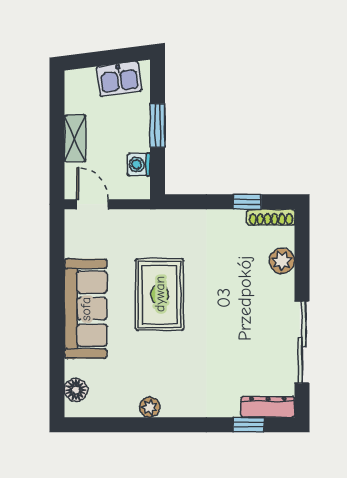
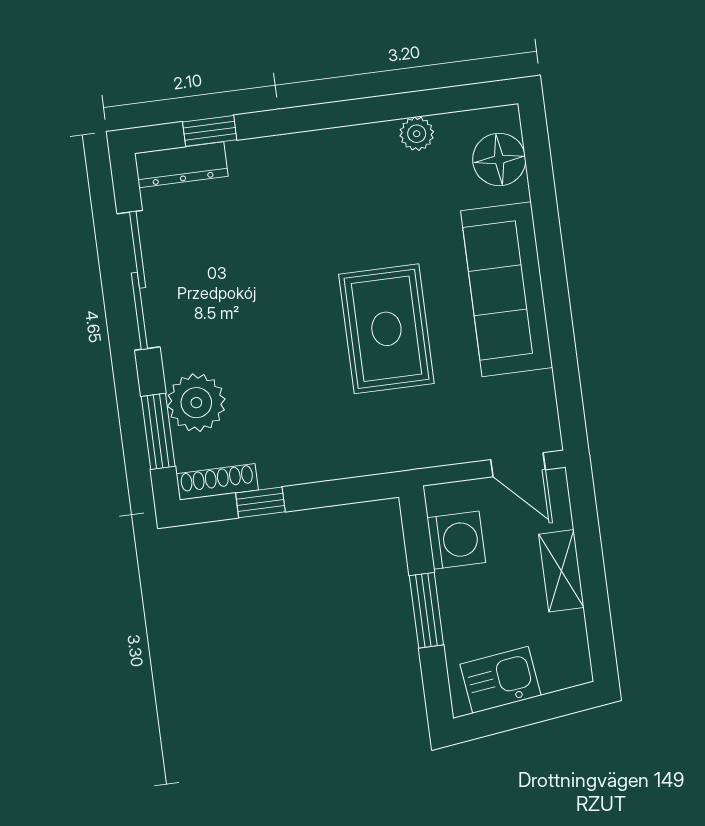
washing machine: (139, 165) -> (456, 540), width x1.38, depth x1.38
window: (302, 251) -> (158, 431), added
plant: (282, 261) -> (196, 403), width x1.36, depth x1.36
floor lamp: (76, 390) -> (499, 159), width x1.38, depth x1.38
plant: (150, 407) -> (417, 134), moved

